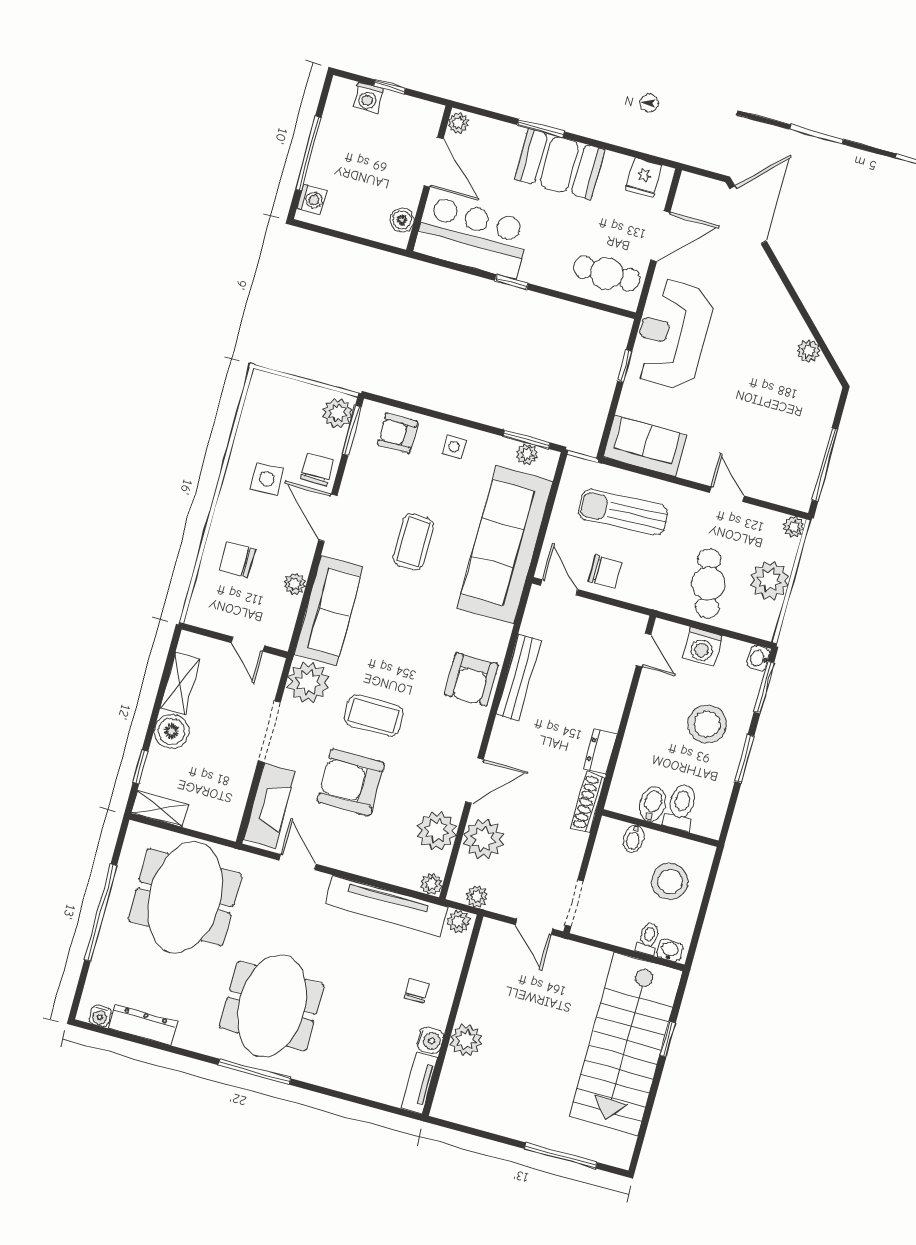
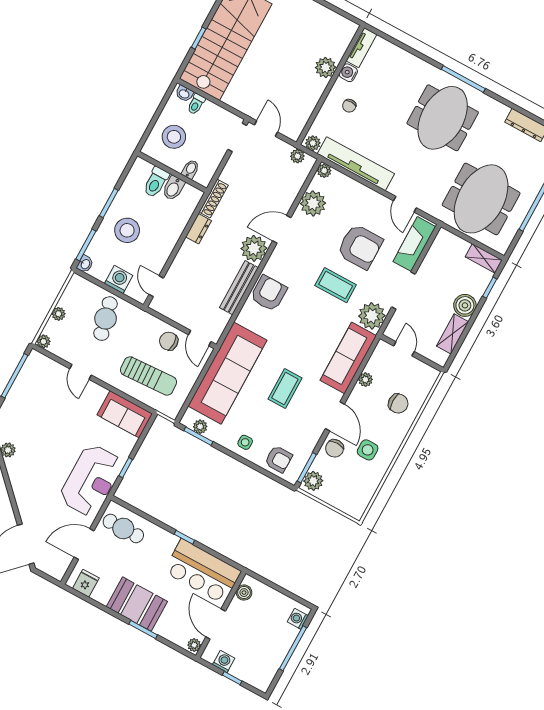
washing machine: (368, 98) -> (224, 662), moved
plant: (769, 580) -> (59, 314), width x0.53, depth x0.53
plant: (483, 839) -> (254, 248), moved

